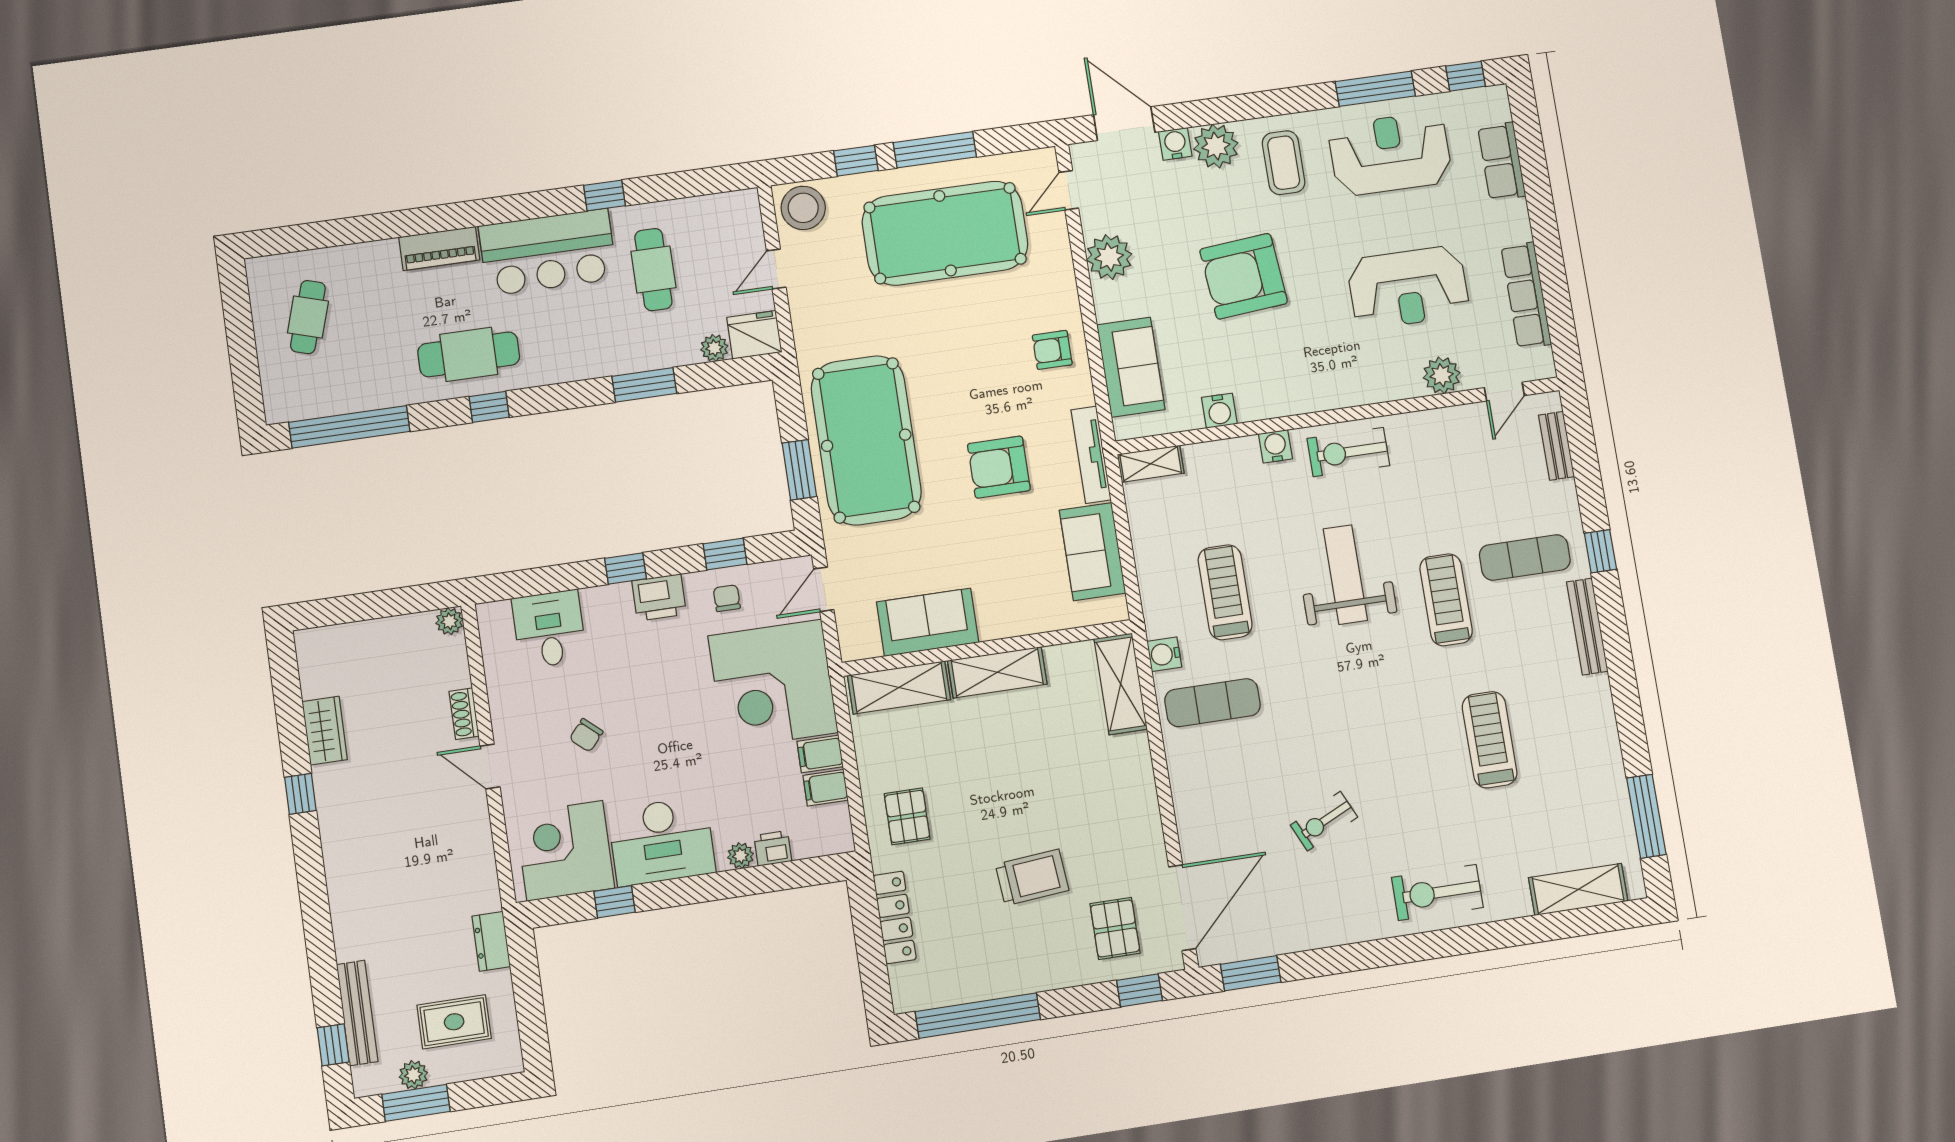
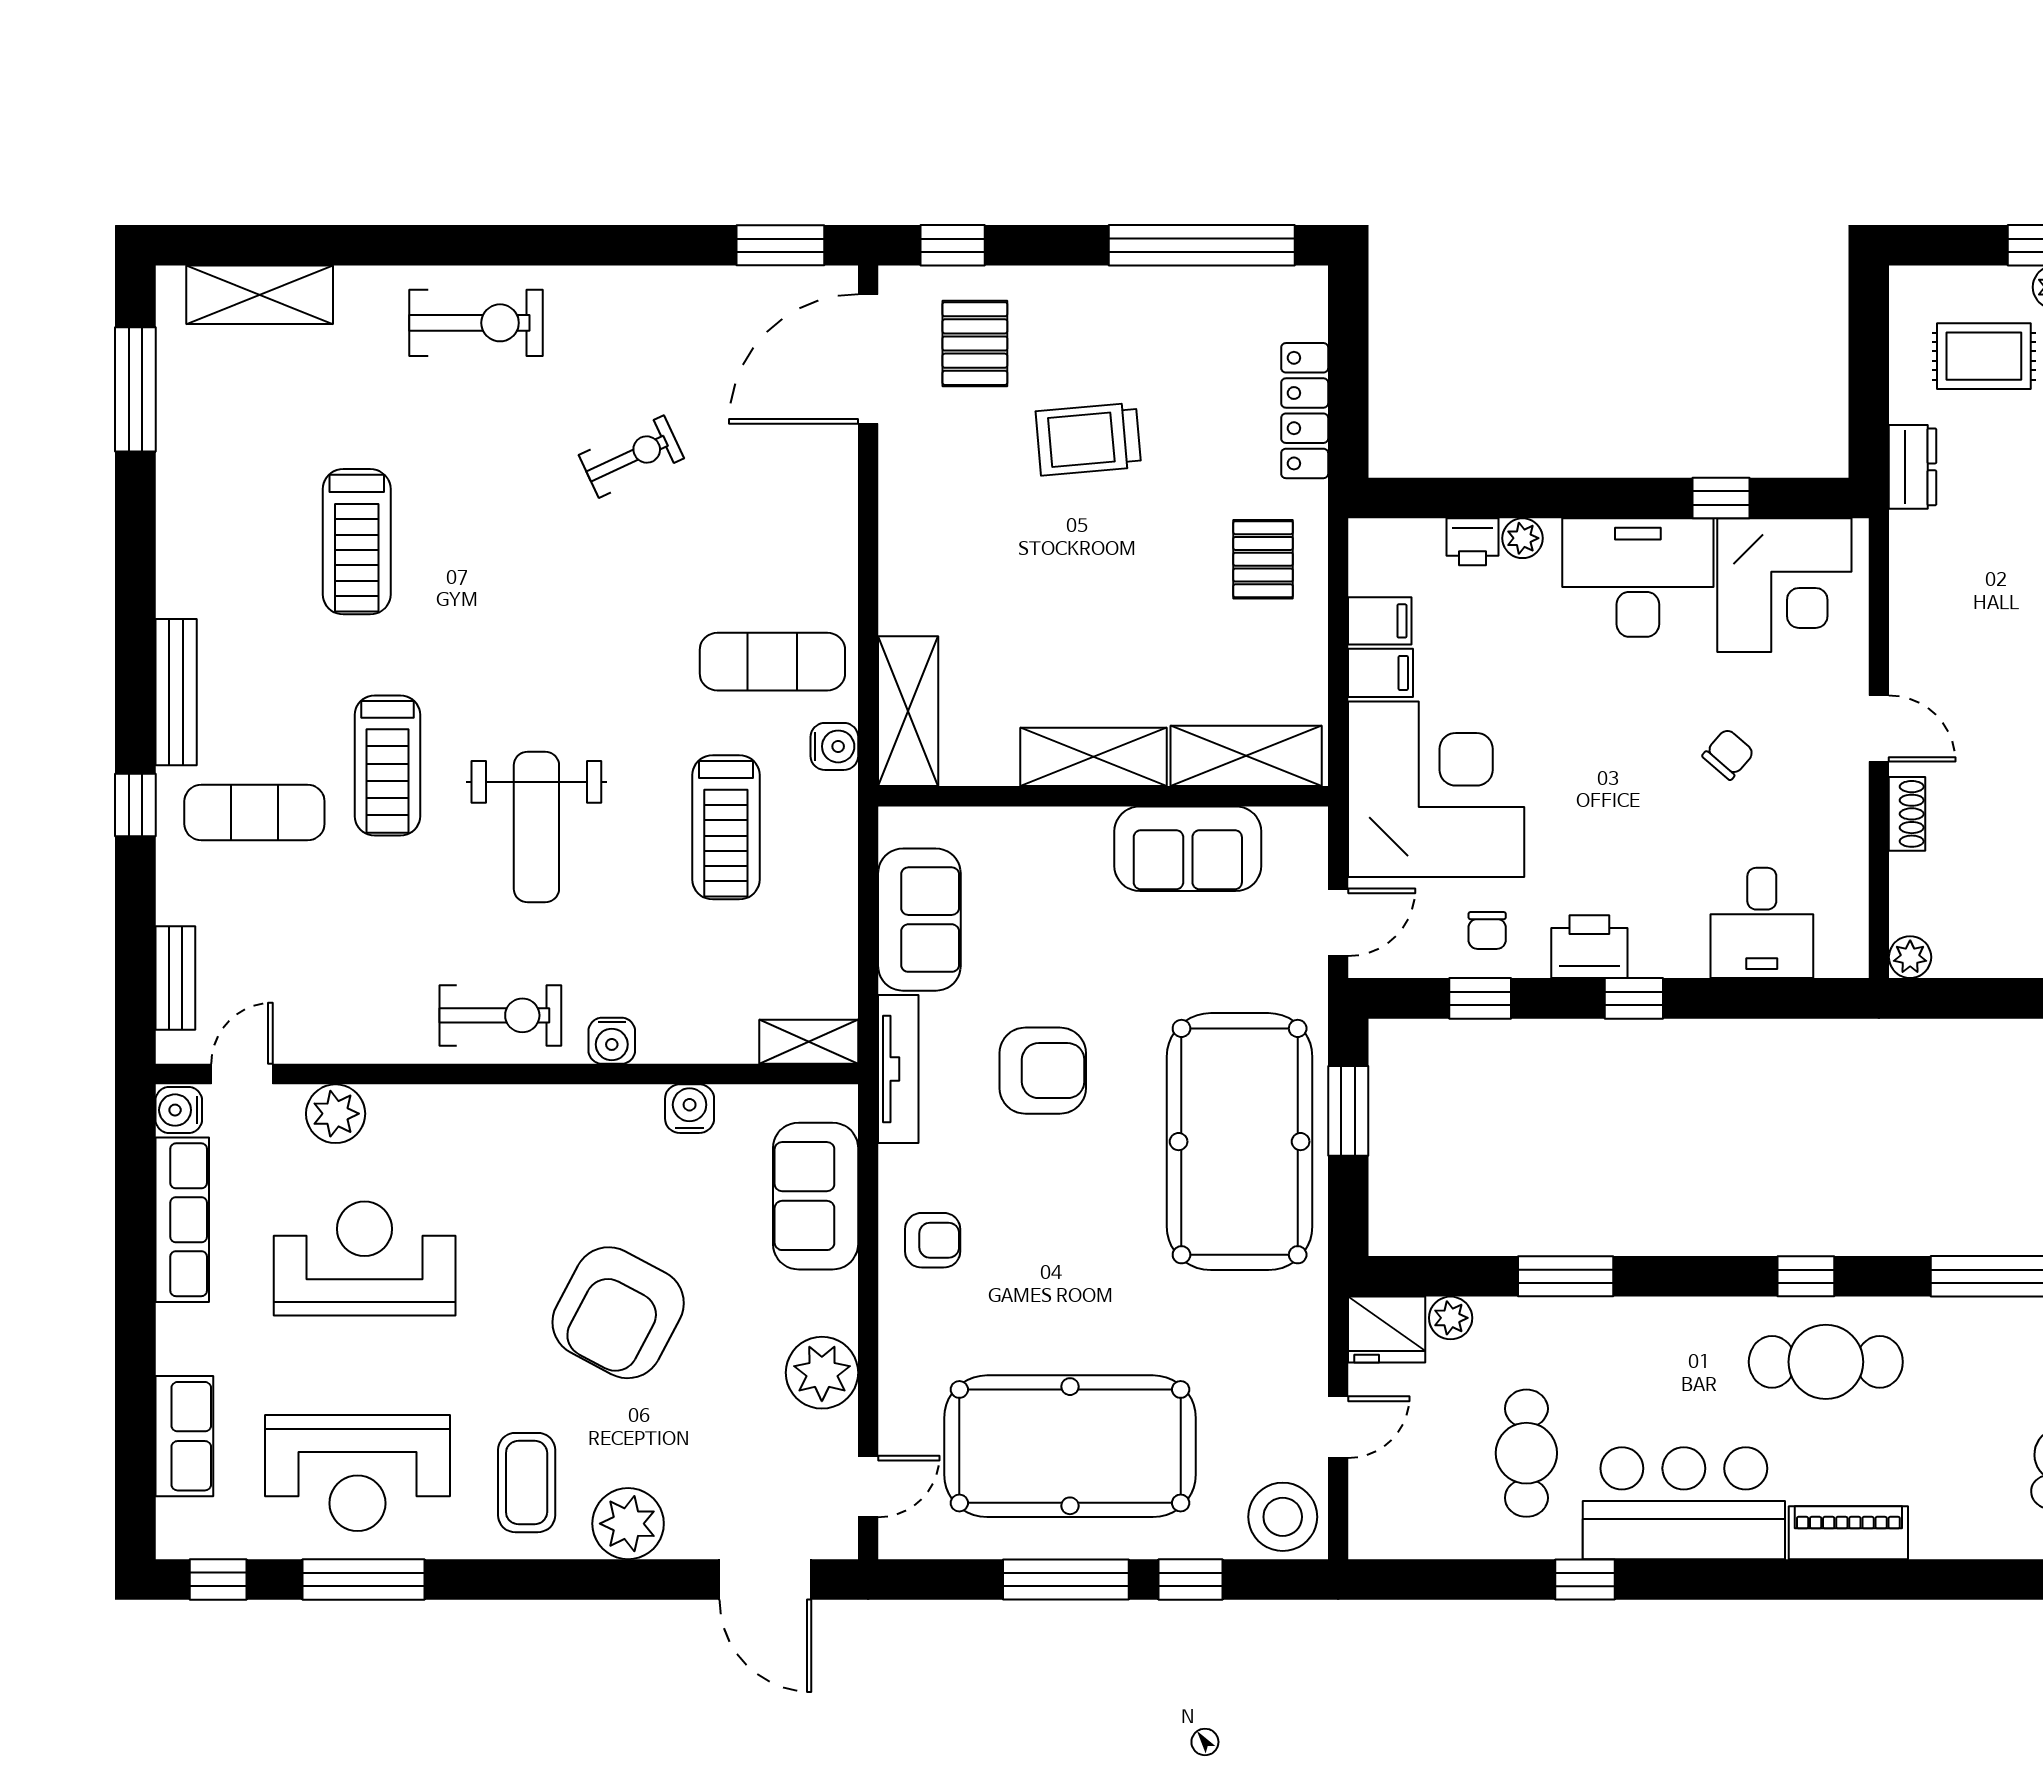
water cooler: (1175, 144) -> (179, 1110), moved, turned 90
armchair: (1244, 276) -> (618, 1313), turned 123

